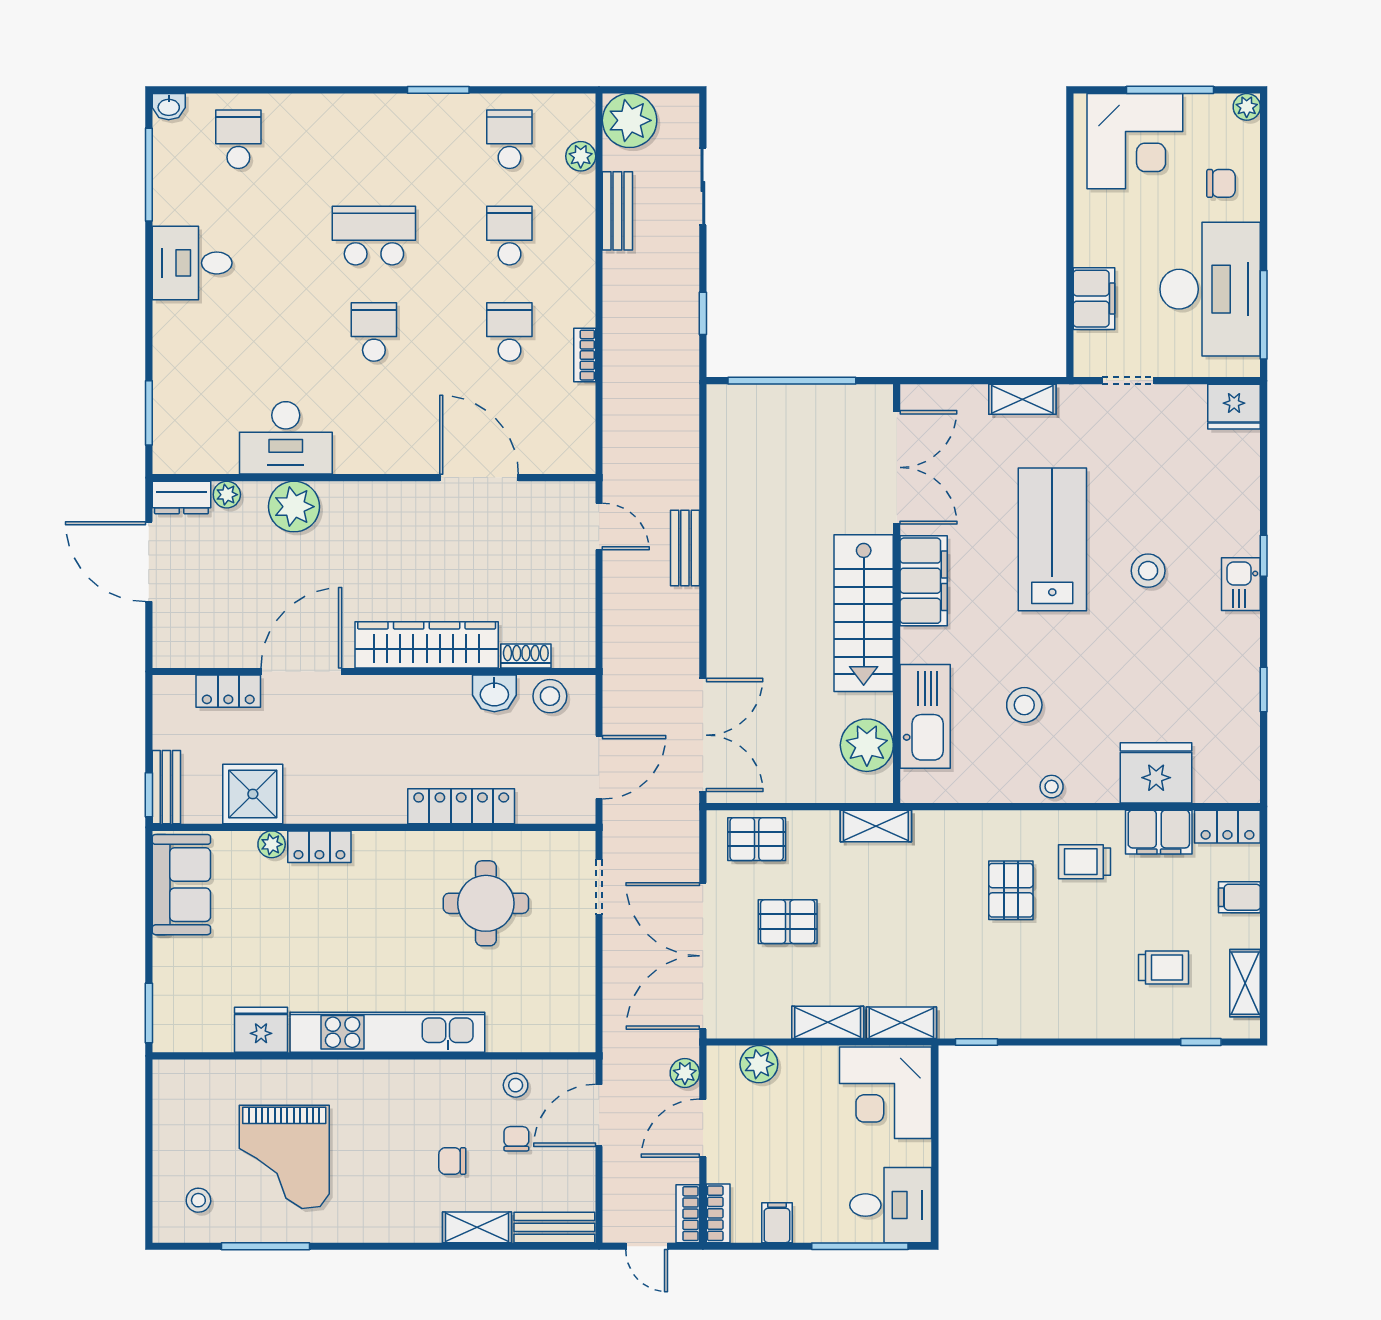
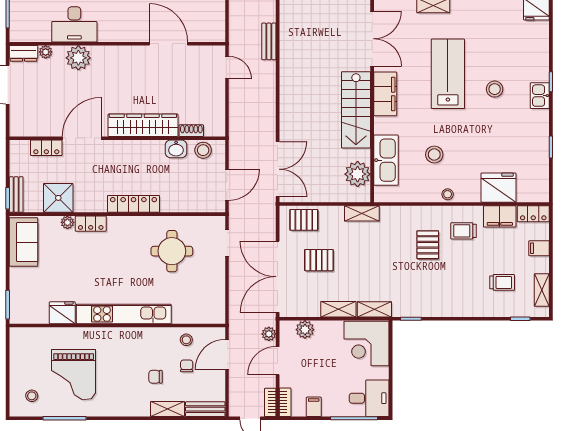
bench: (685, 548) -> (269, 41), moved
locker: (461, 806) -> (134, 204), moved

